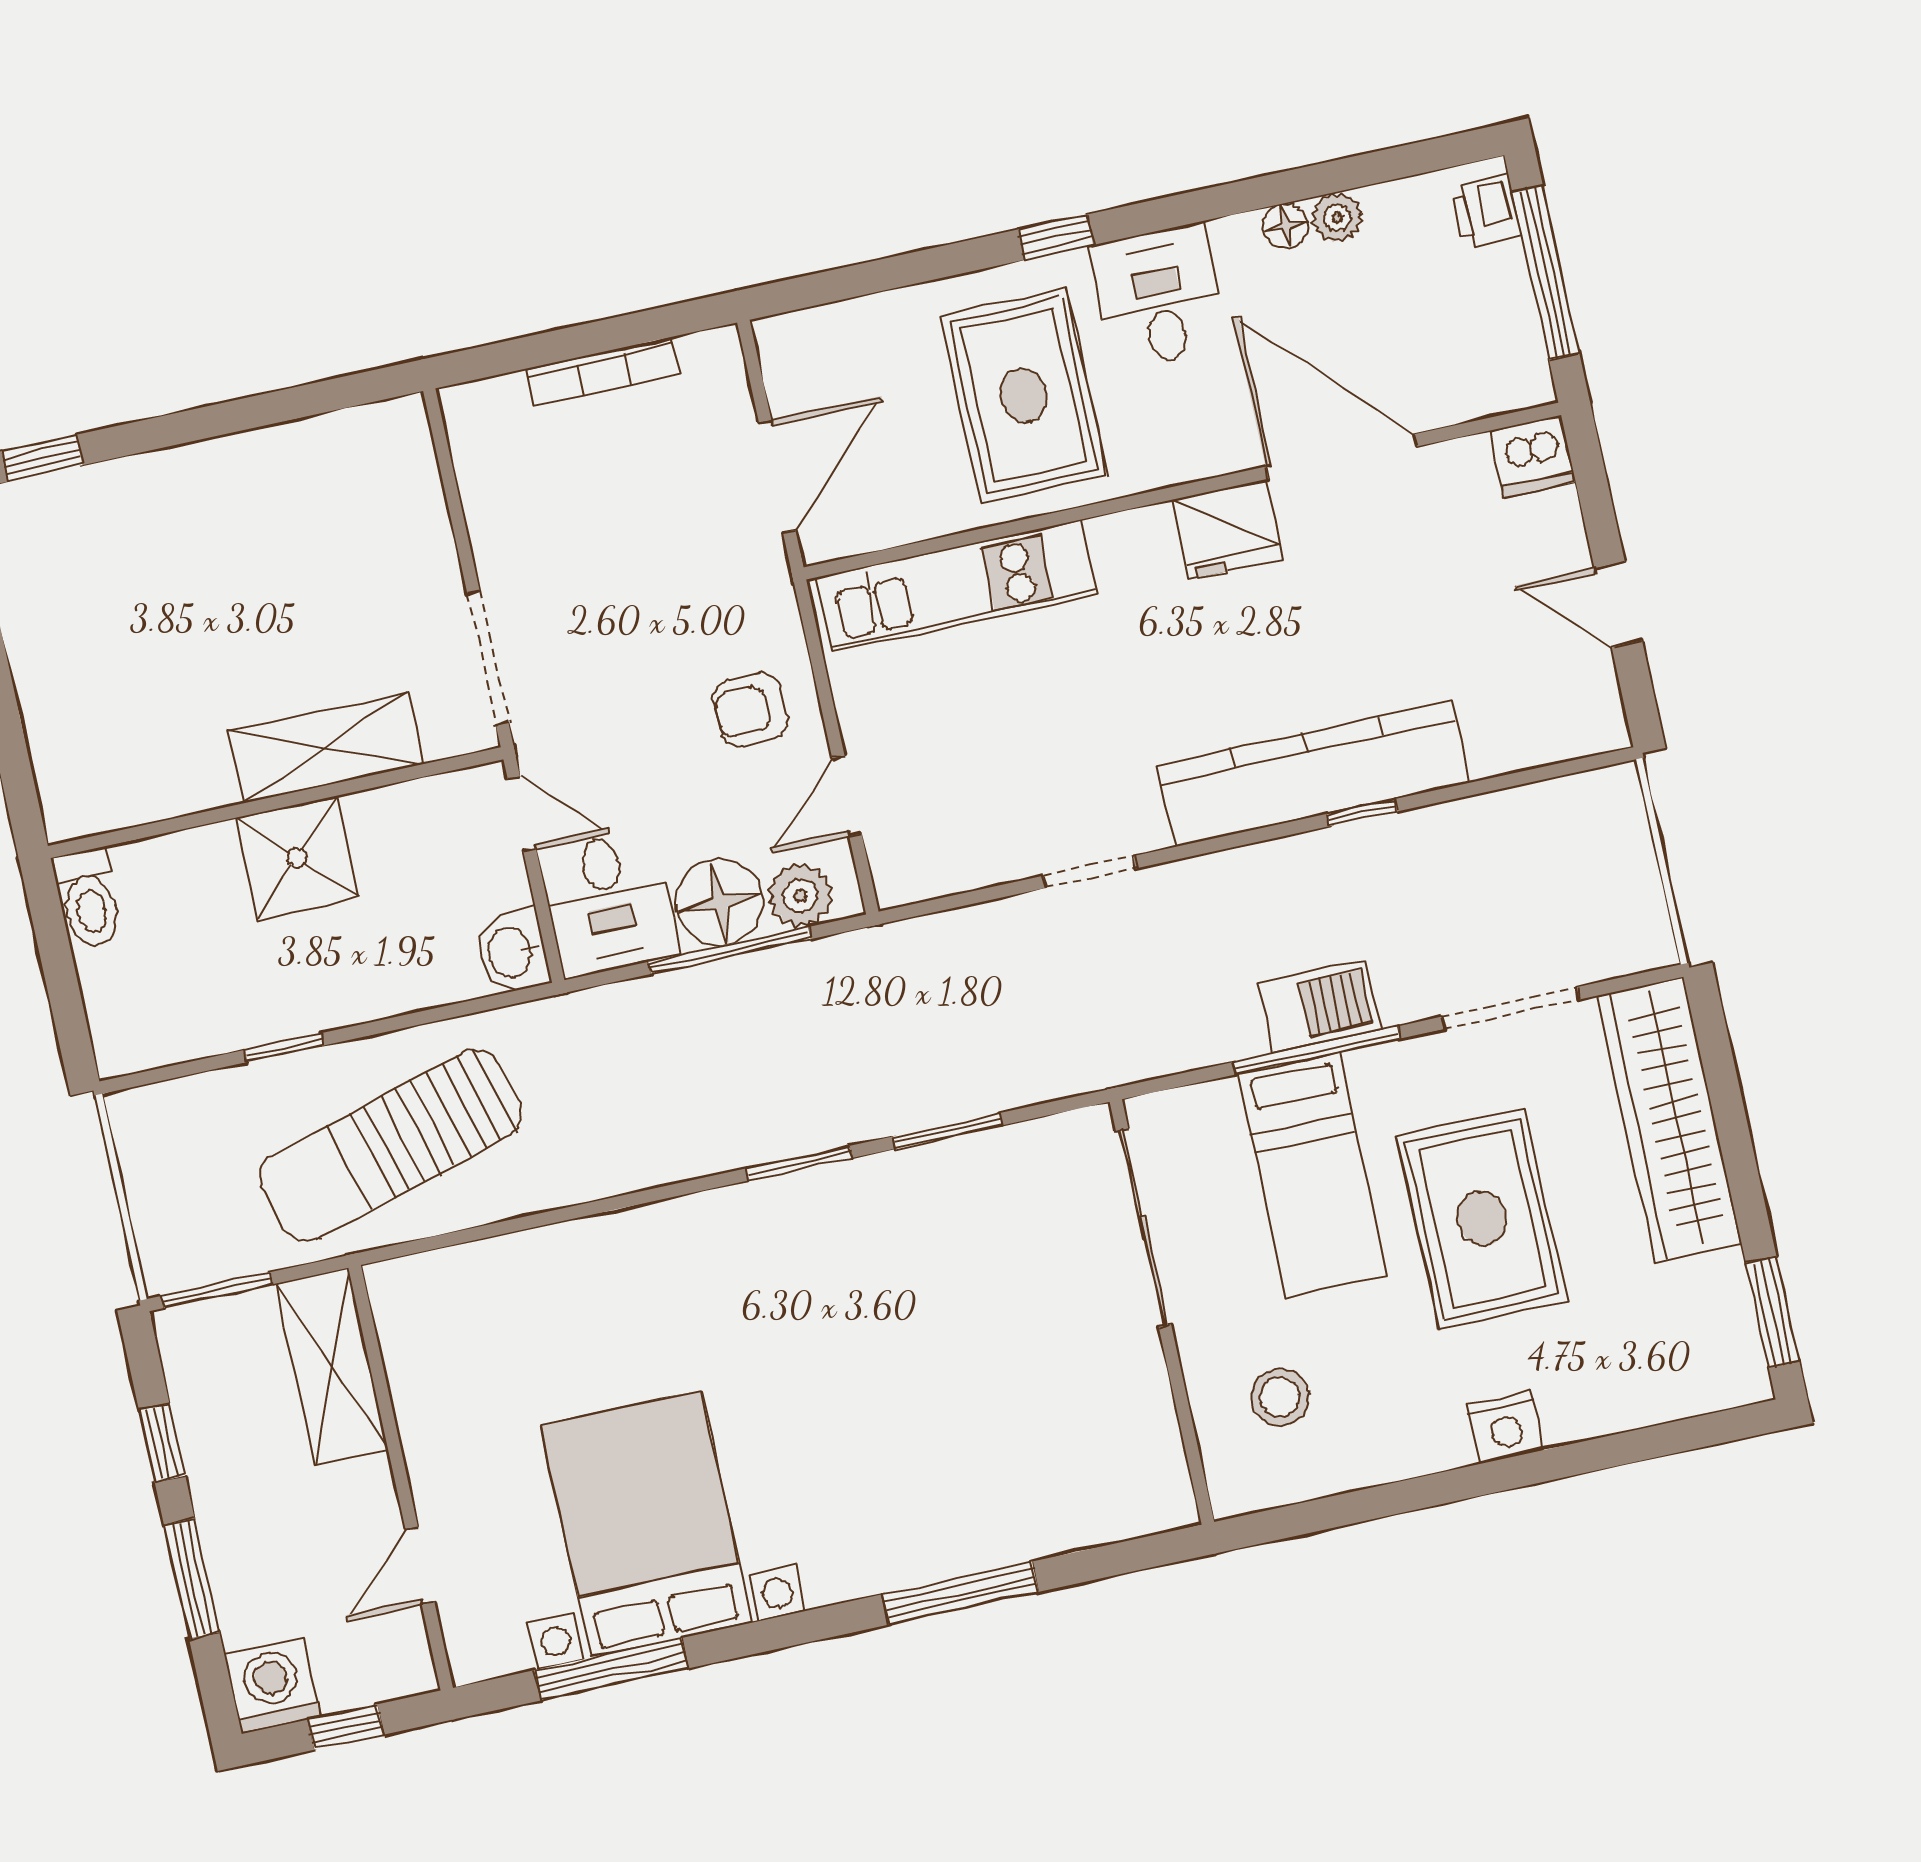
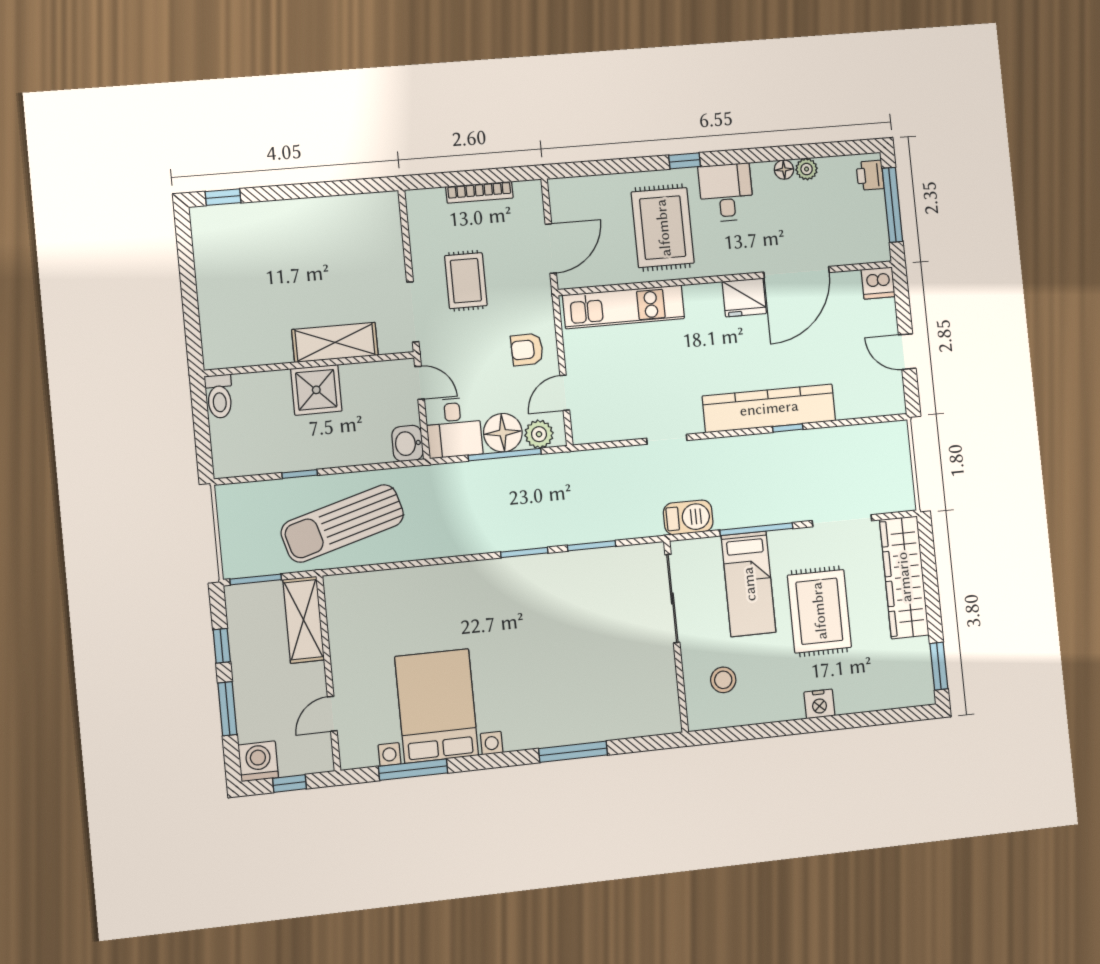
door: (1341, 456) -> (797, 272), swing flipped
rug: (596, 573) -> (466, 281), added
barbecue: (1319, 1007) -> (688, 517), moved

